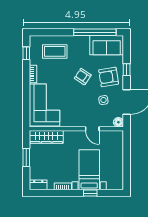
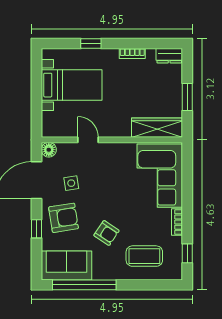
armchair: (83, 77) -> (106, 233), moved
bed with nightstands: (89, 170) -> (72, 85), moved, turned -90

